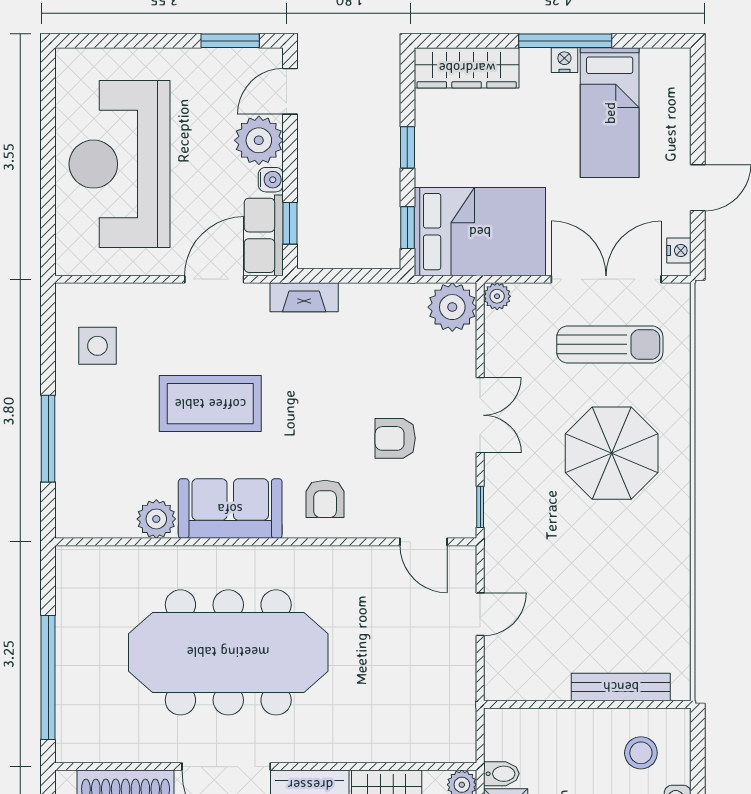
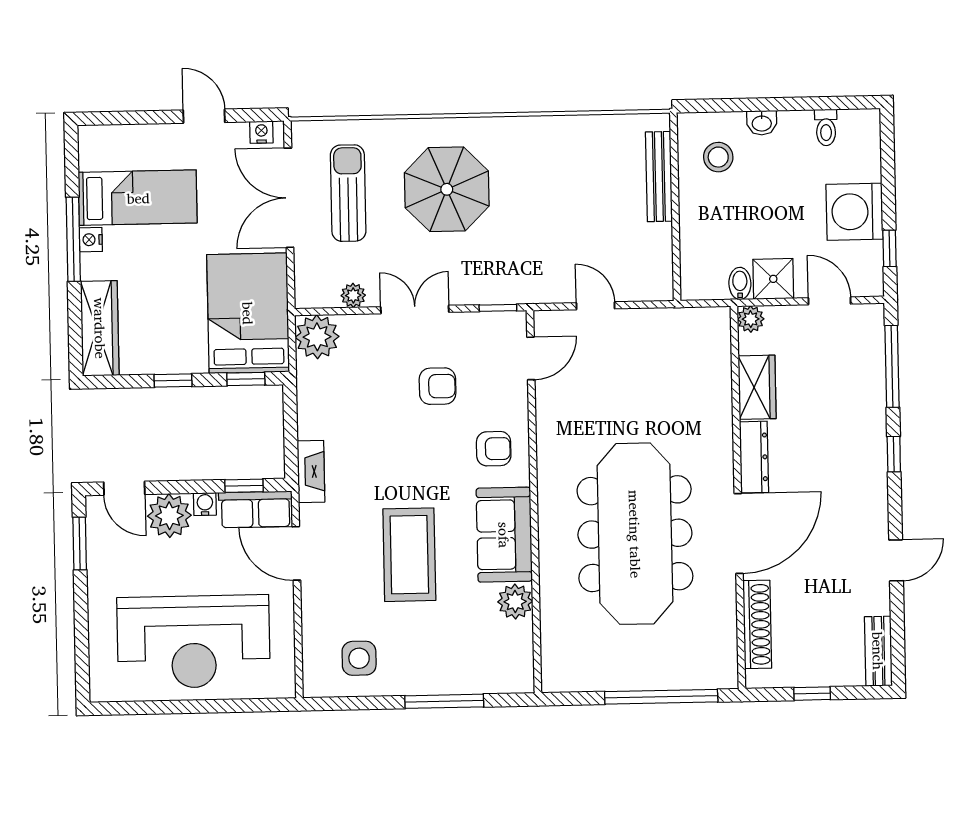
plant: (497, 296) -> (353, 295), moved
armchair: (395, 438) -> (438, 386), turned -90

